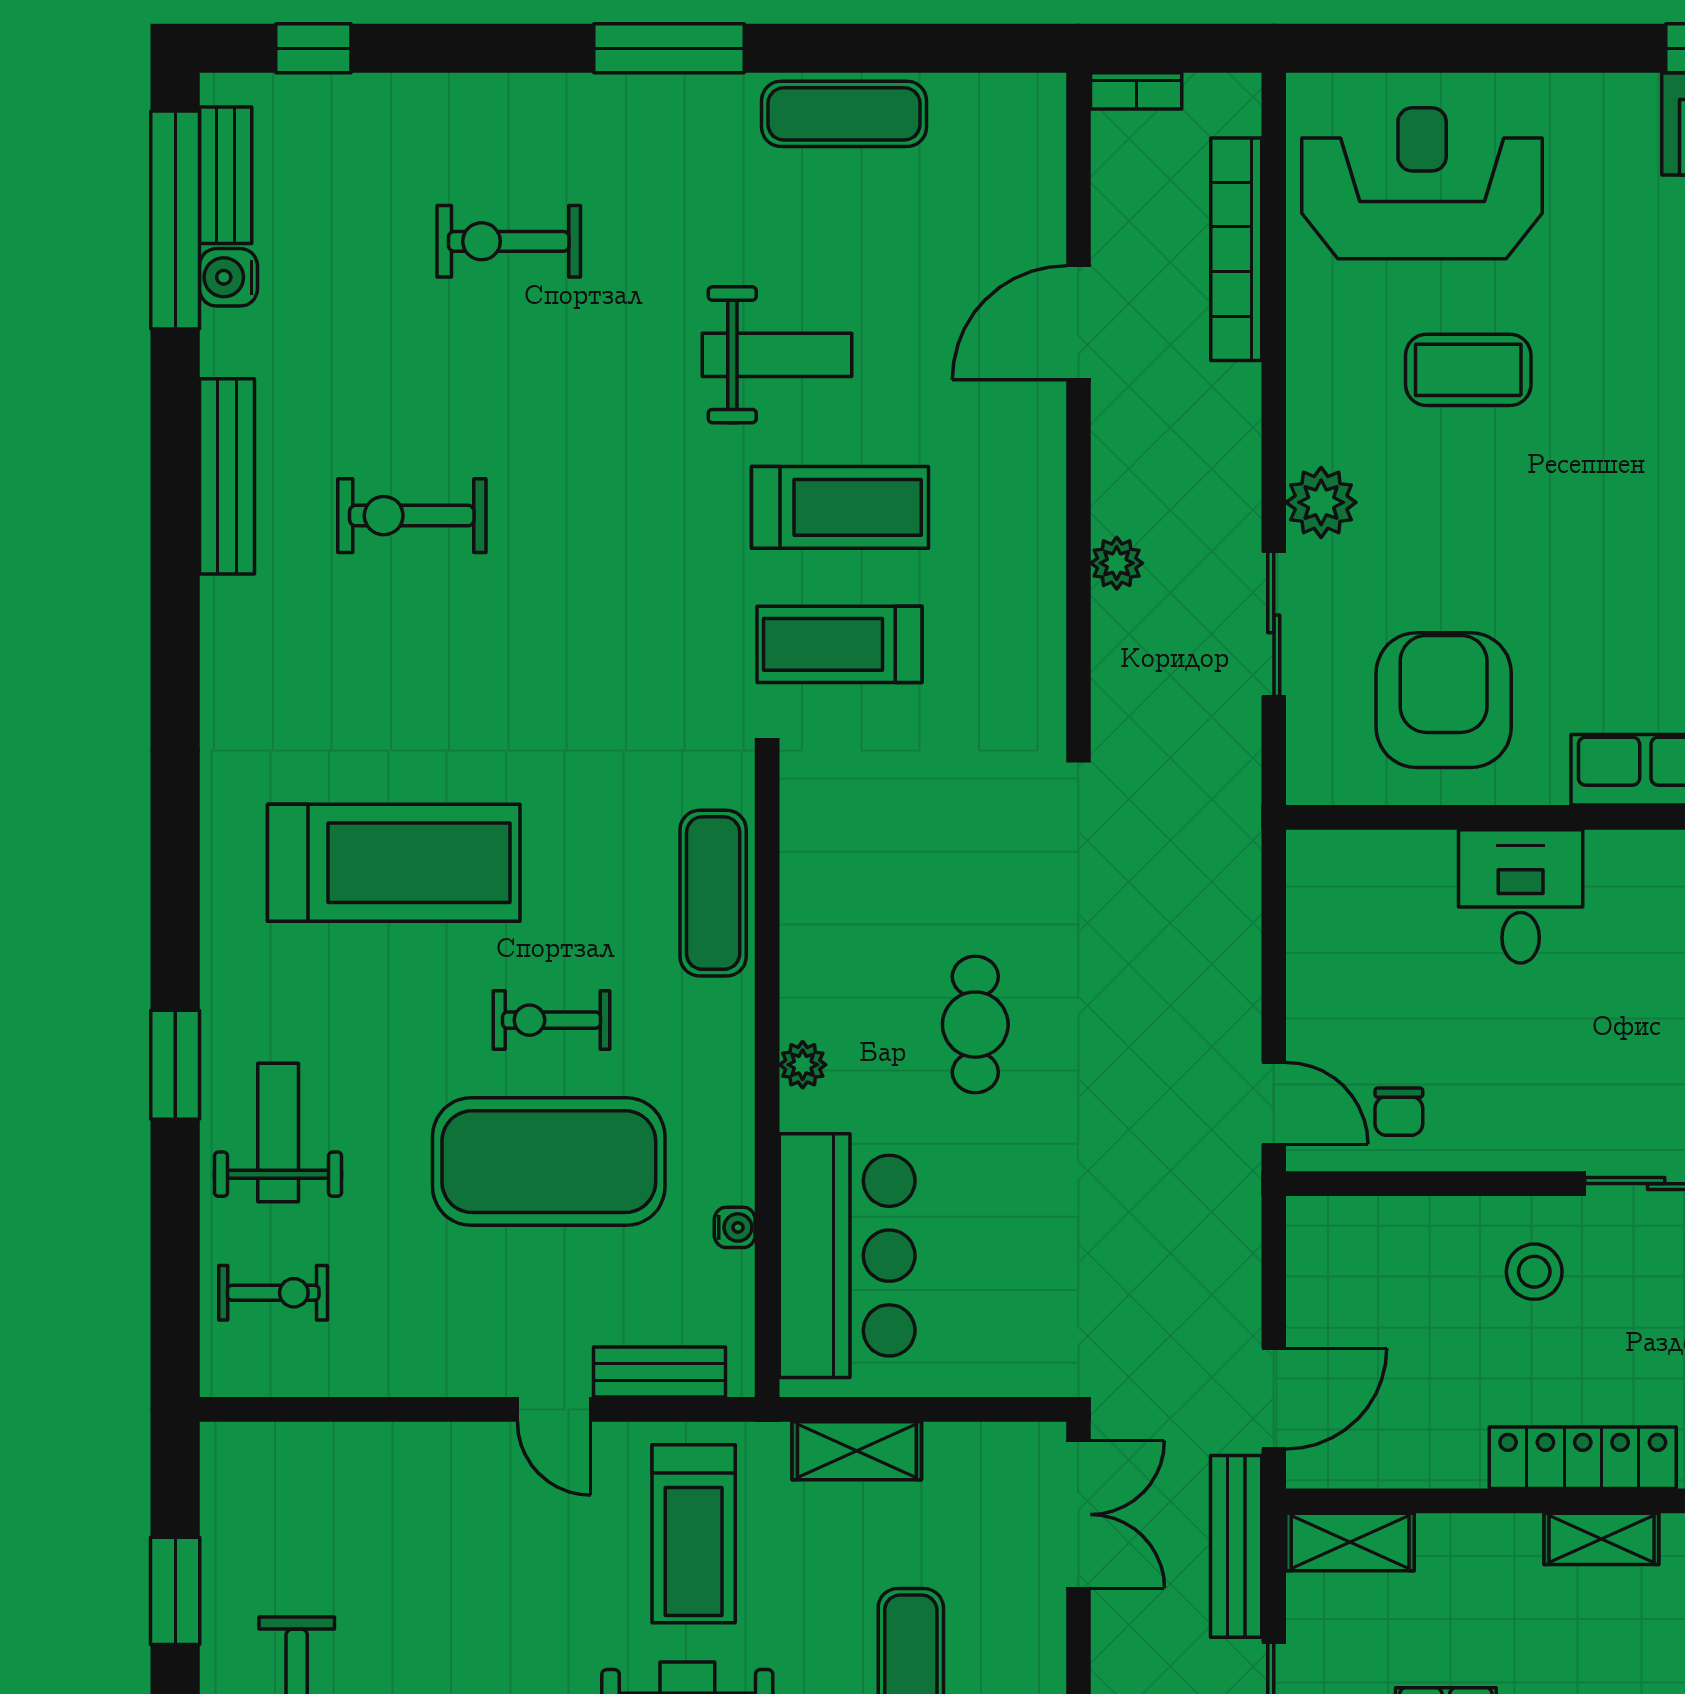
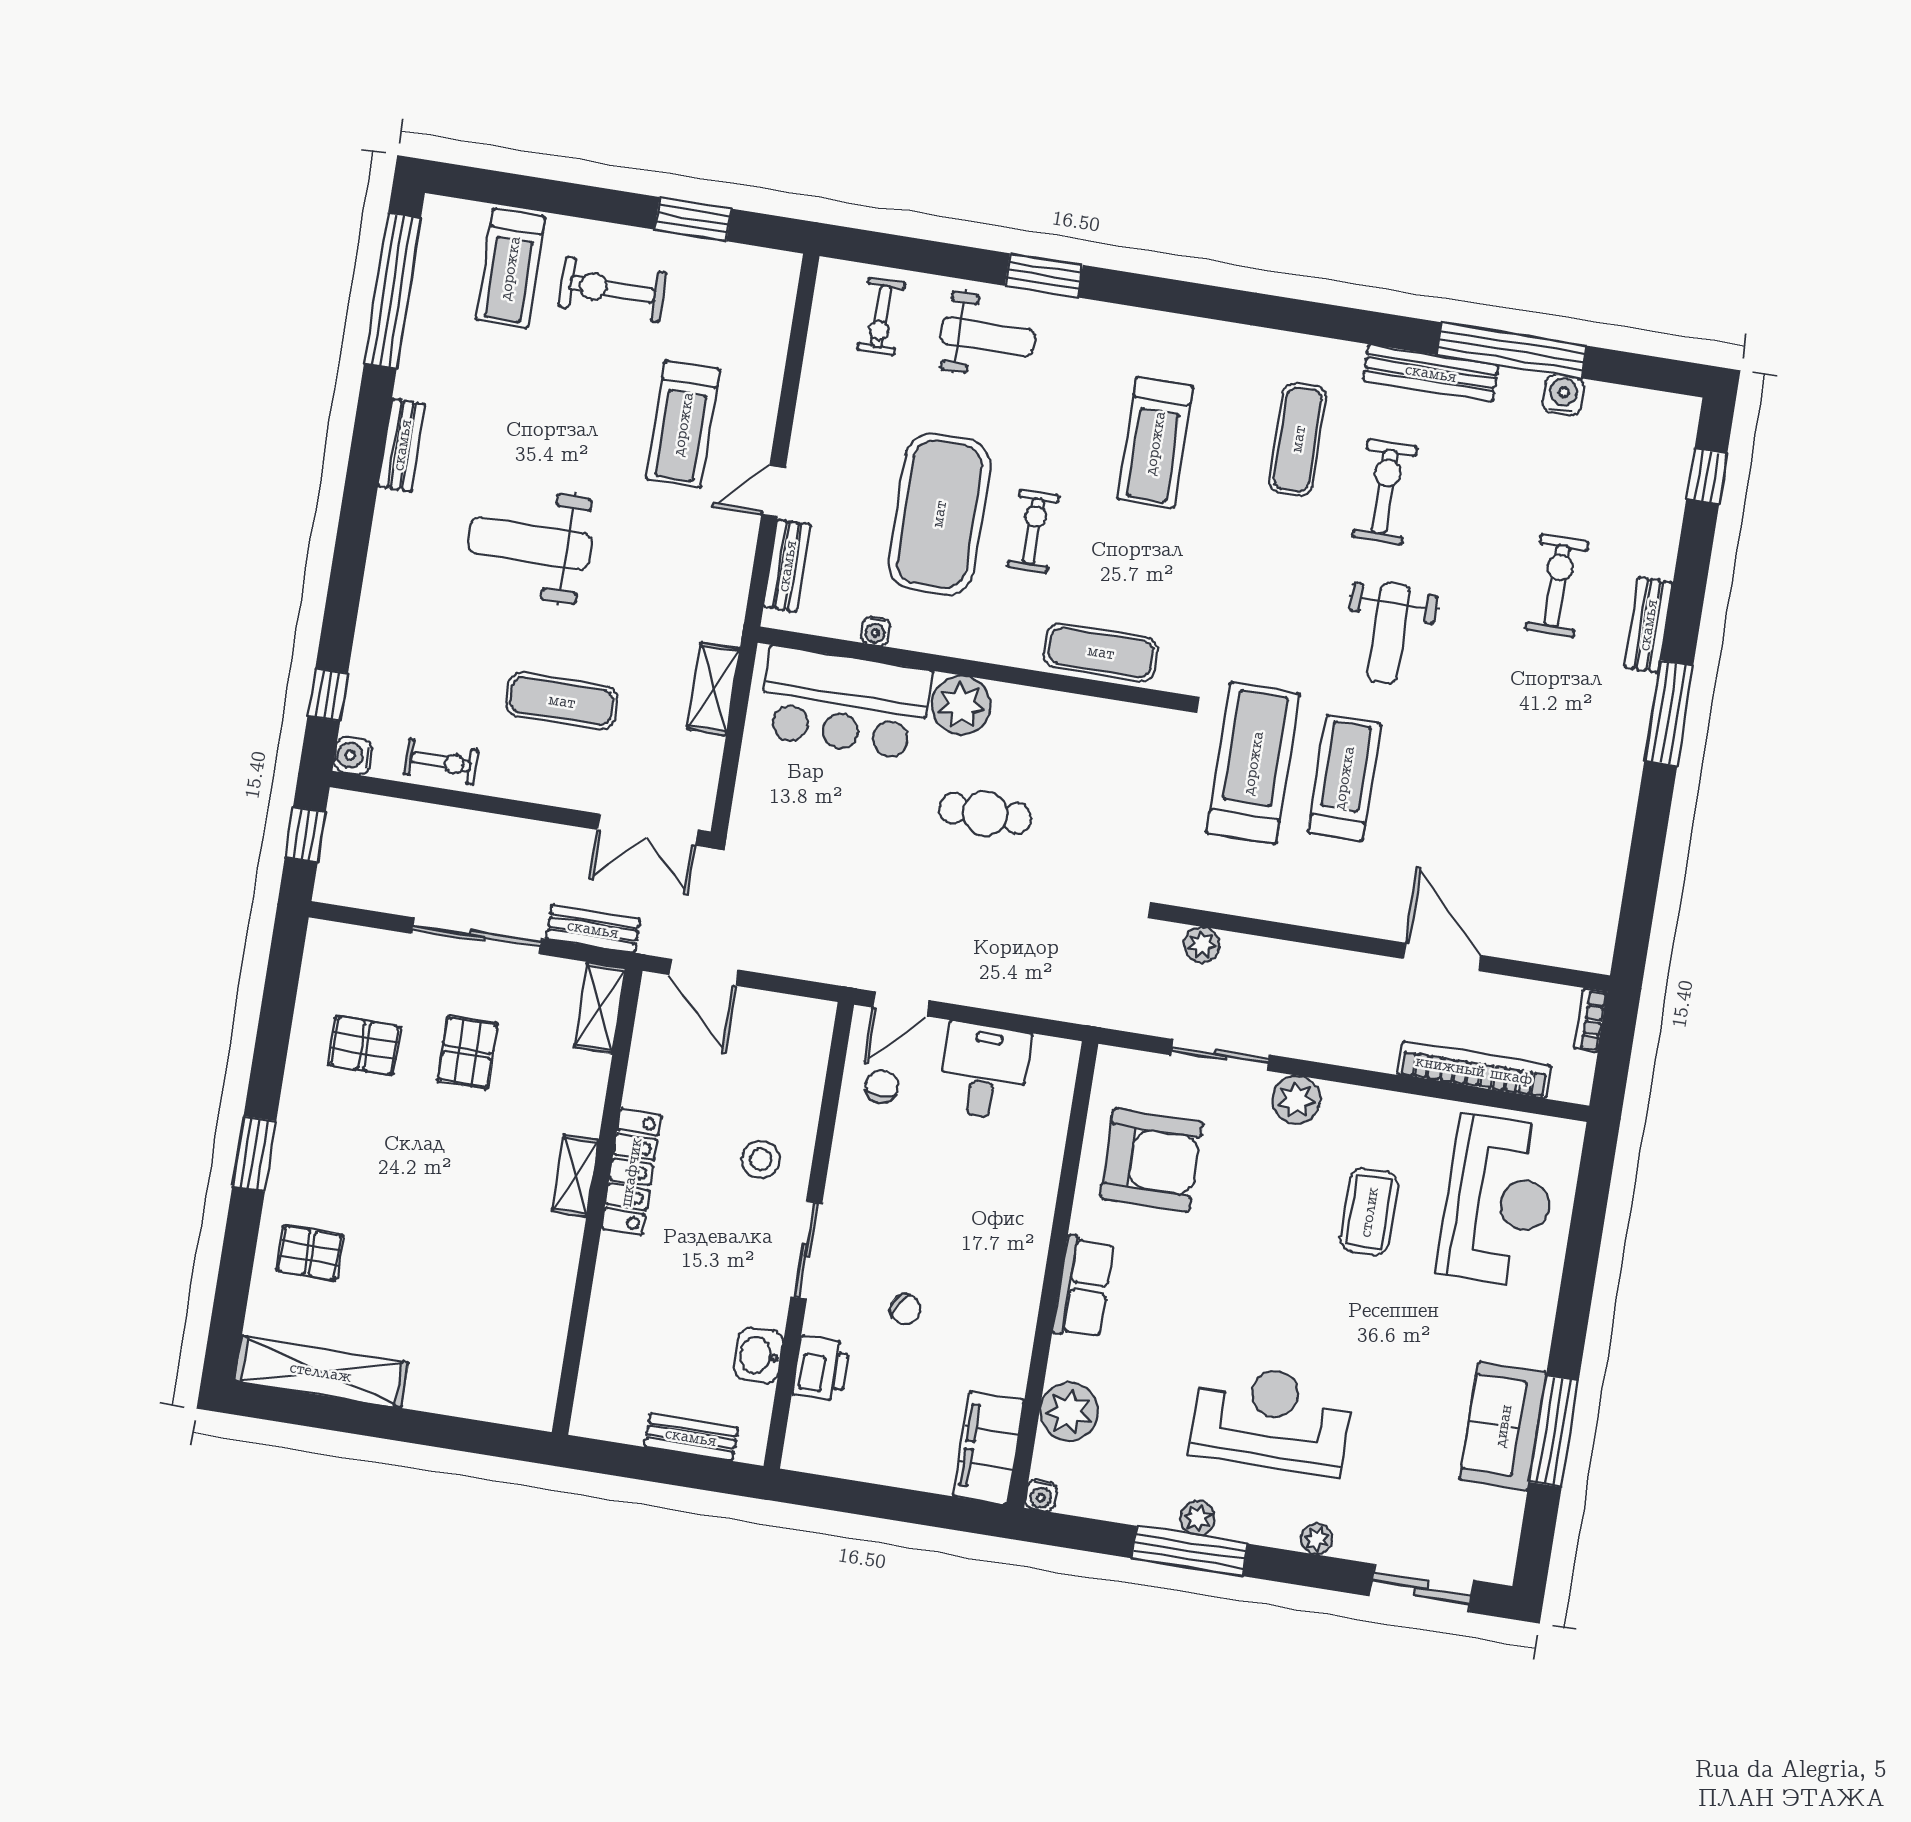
exercise mat: (844, 114) -> (1298, 439), moved
bench: (226, 175) -> (1648, 625), moved, turned 90
window: (175, 220) -> (1512, 350), moved
weight bench: (777, 355) -> (1389, 633), moved
treadmill: (840, 507) -> (1344, 778), turned 180
plant: (1117, 563) -> (1202, 945), moved
treadmill: (839, 644) -> (1253, 763), width x1.37, depth x1.37
treadmill: (394, 863) -> (1155, 443), width x0.73, depth x0.73
desk: (1521, 896) -> (984, 1071), moved, turned -90
plant: (803, 1065) -> (961, 705), width x1.88, depth x1.88
chair: (1399, 1112) -> (882, 1086), turned 90
treadmill: (694, 1534) -> (683, 424), moved, turned -90
bench: (1236, 1546) -> (593, 929), width x0.73

